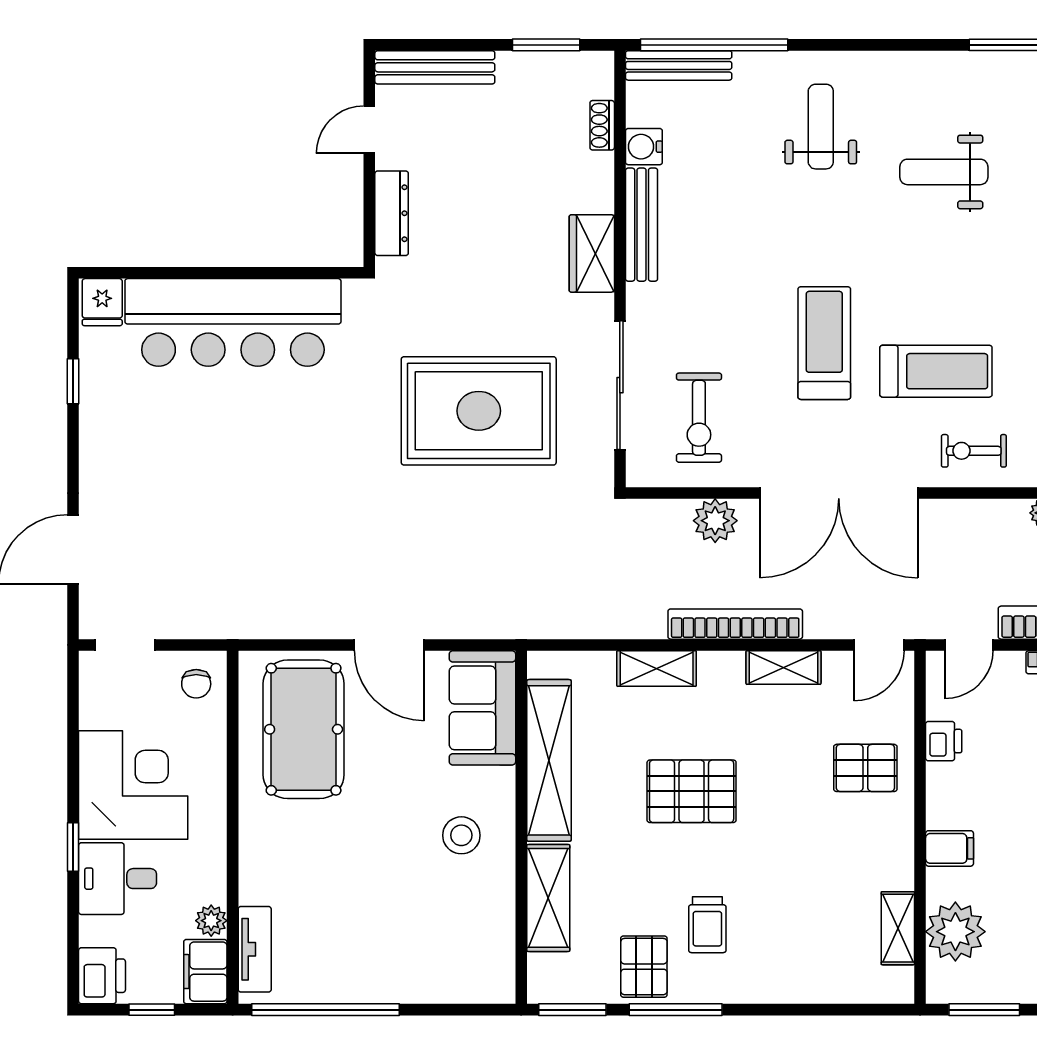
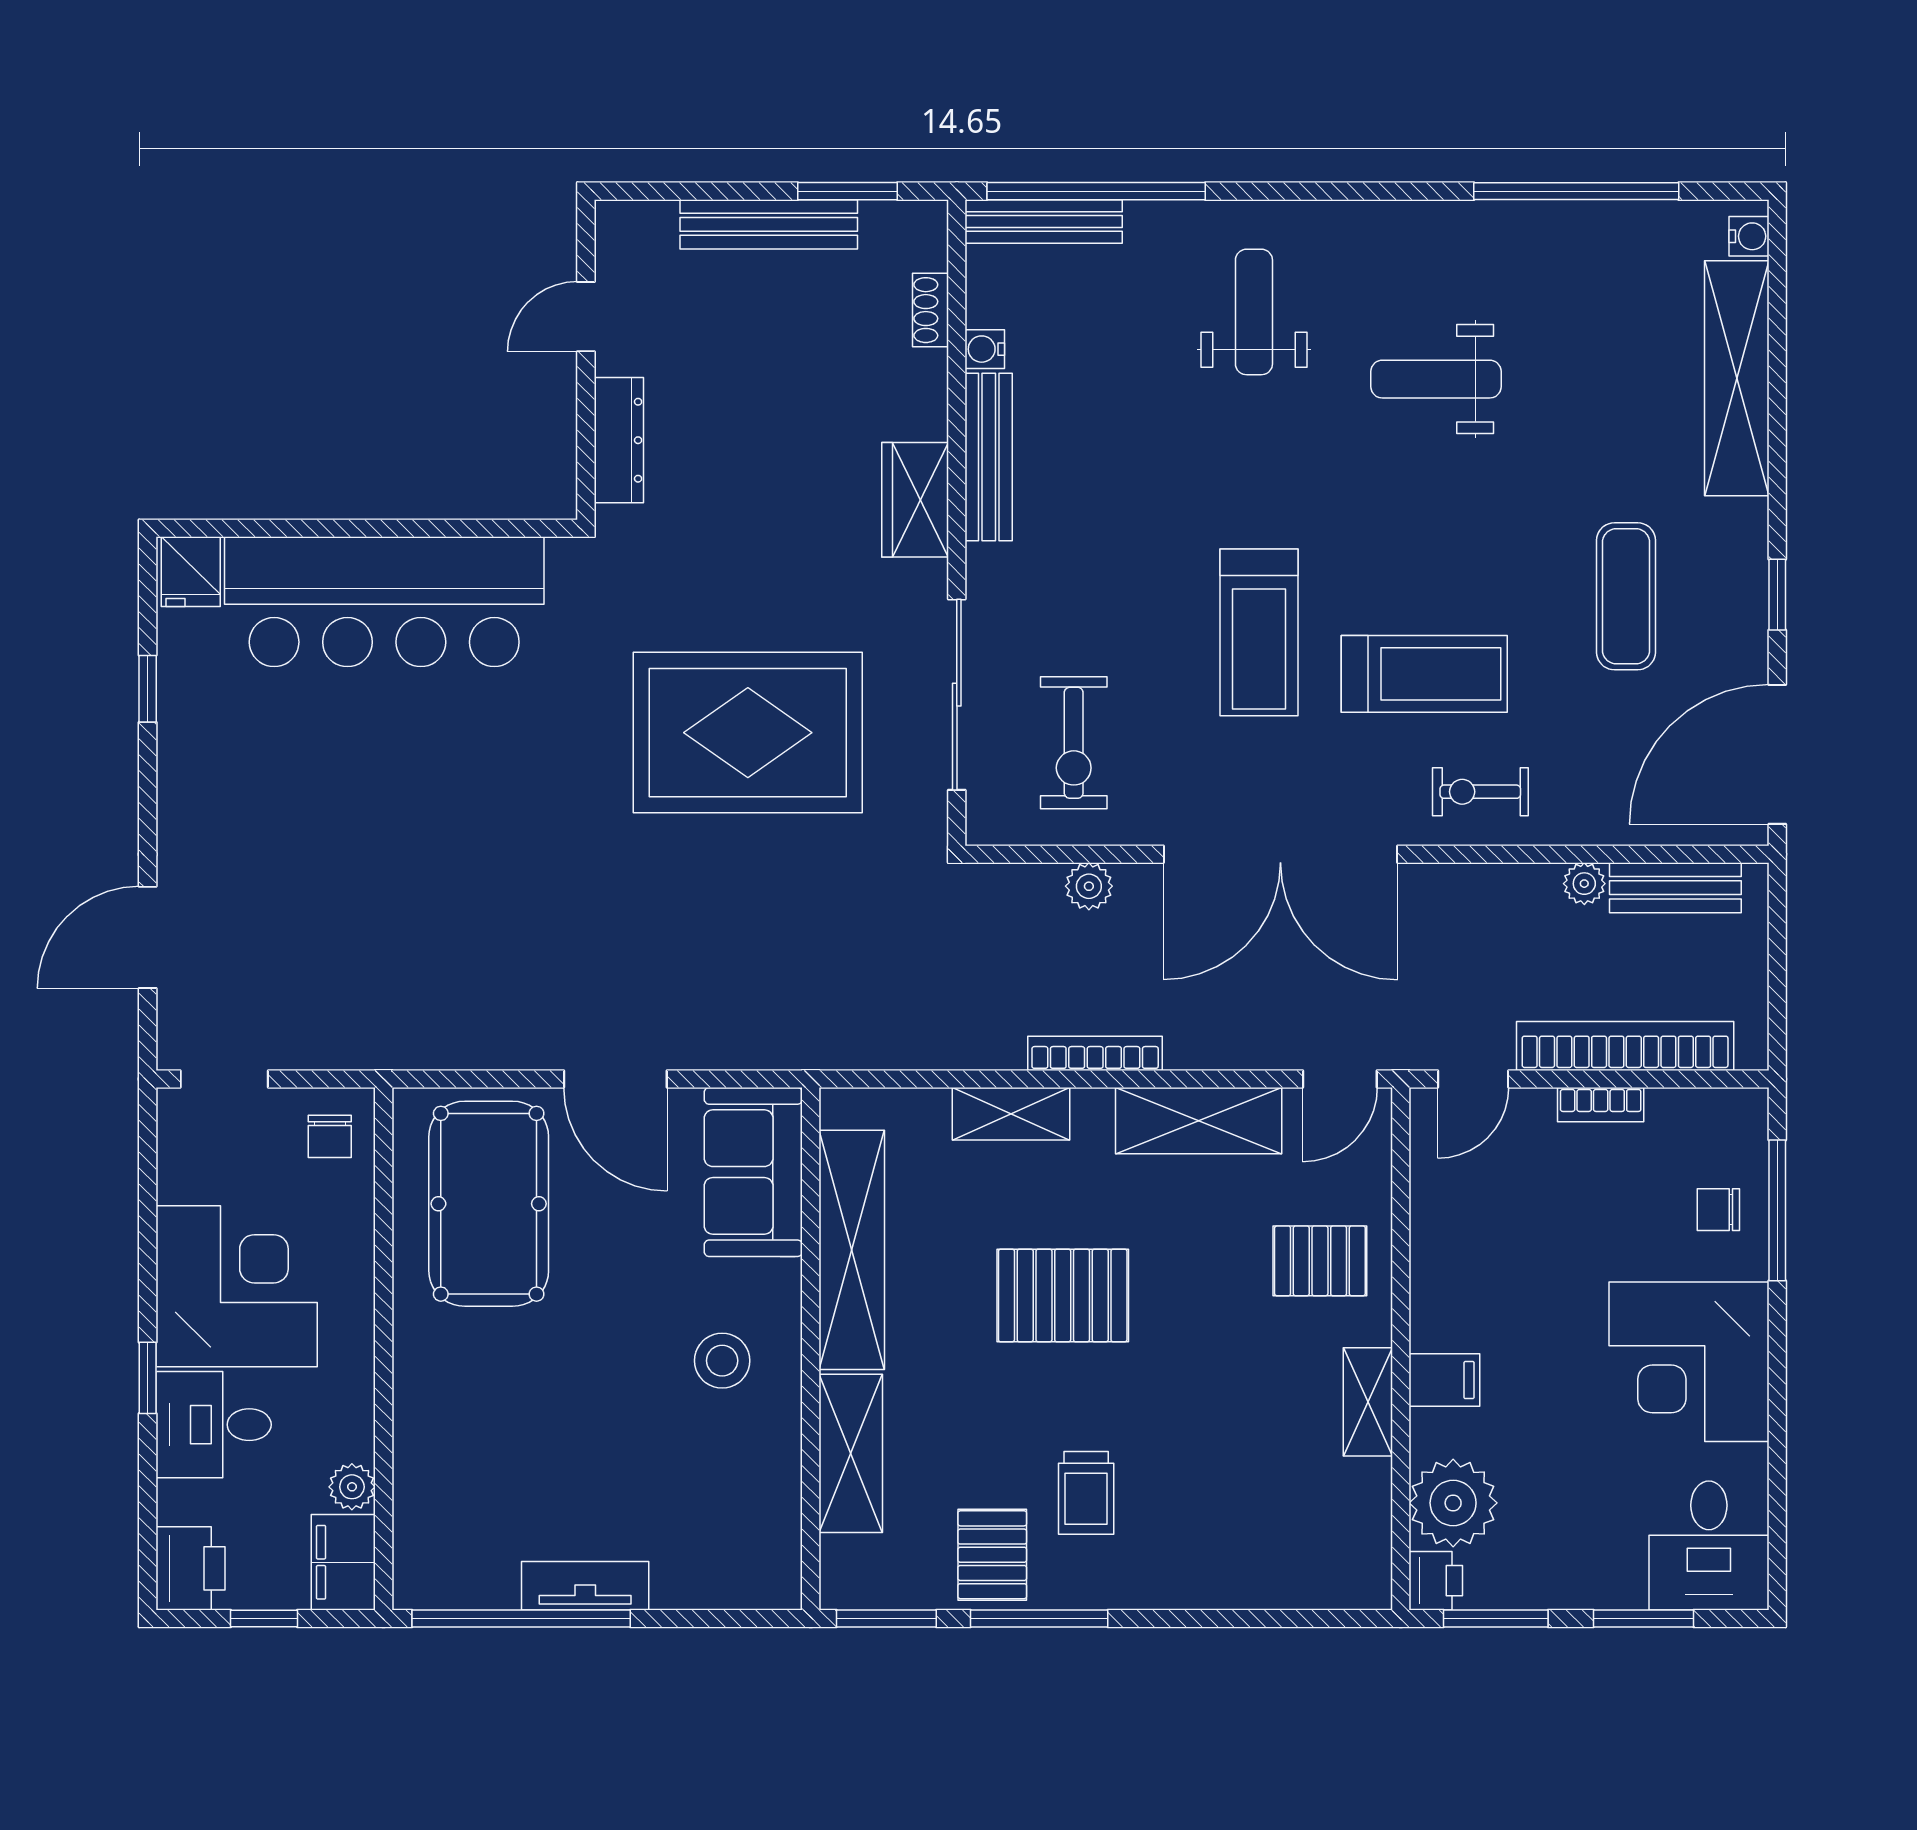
bench: (435, 67) -> (769, 224), moved
water cooler: (644, 147) -> (985, 349), width x0.72, depth x0.72
treadmill: (824, 343) -> (1259, 632), turned 180
plant: (715, 521) -> (1089, 886), width x0.73, depth x0.73
bookcase: (735, 624) -> (1095, 1053), width x0.68, depth x0.76
shelving: (783, 667) -> (1199, 1121), width x1.50, depth x1.33
printer: (944, 741) -> (1436, 1581), moved
shelving: (898, 928) -> (1368, 1402), moved
tv unit: (255, 949) -> (585, 1586), moved, turned -90

